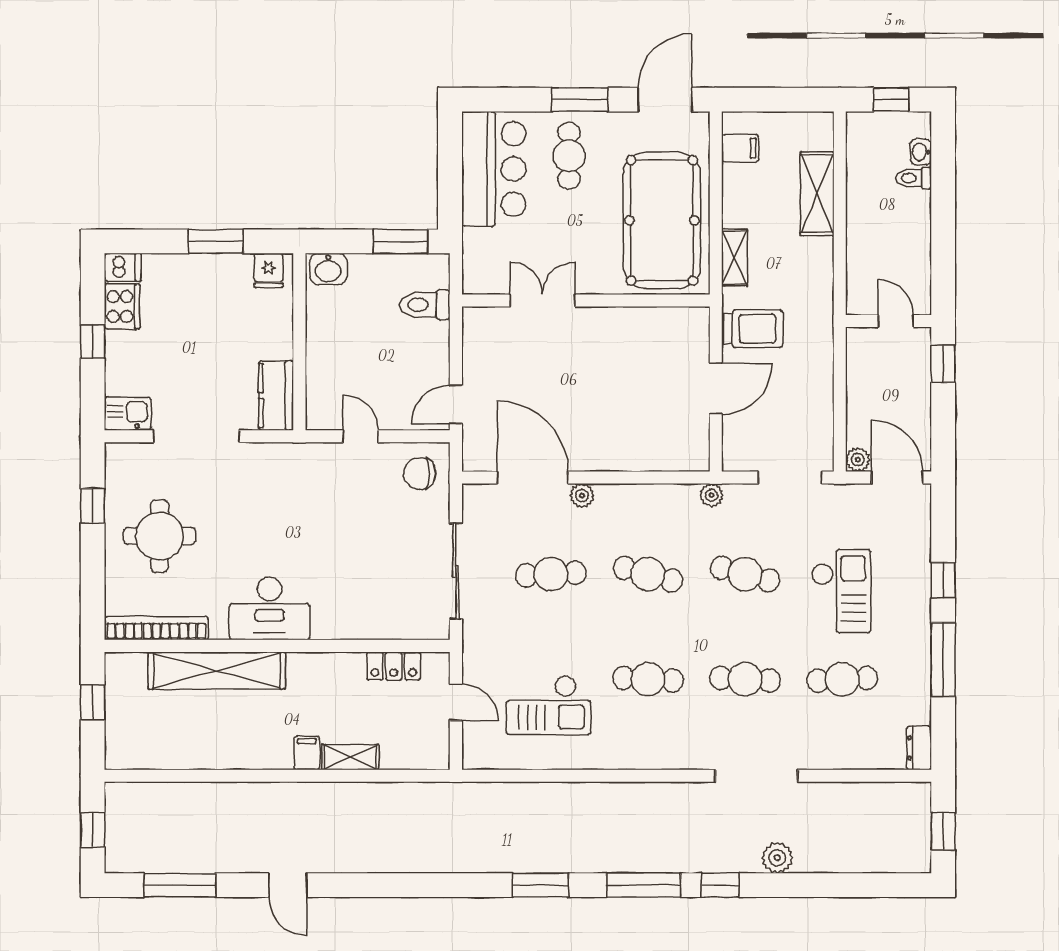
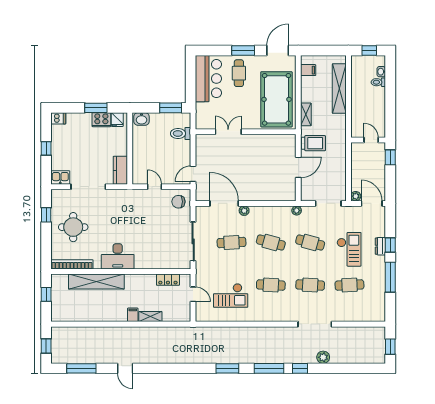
shelving: (817, 194) -> (339, 89), width x1.47
cooker: (122, 306) -> (101, 120), moved, turned 90
dresser: (919, 748) -> (380, 246), moved

